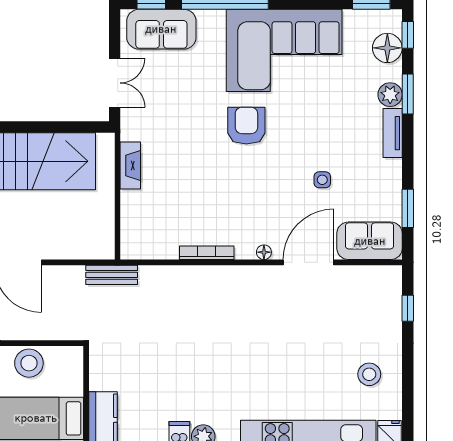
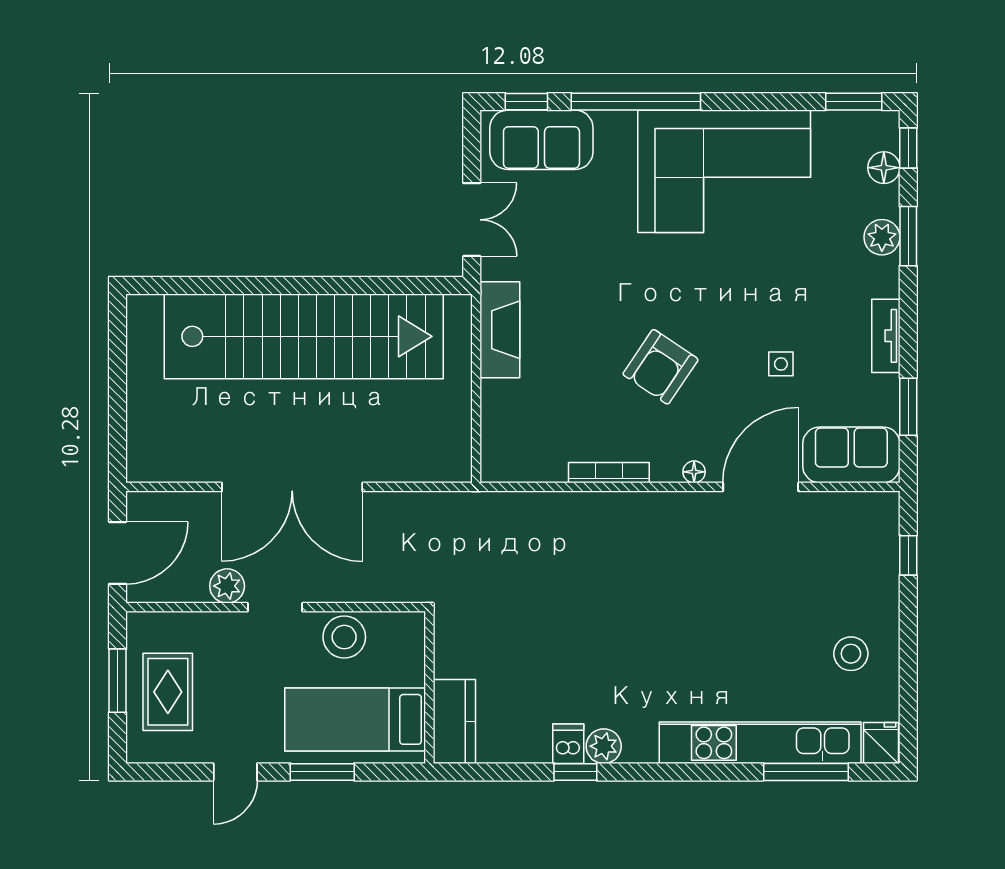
floor lamp: (387, 48) -> (884, 168), width x0.73, depth x0.73
armchair: (246, 126) -> (660, 367), moved, turned -146
tv unit: (393, 133) -> (886, 336), moved
fireplace: (130, 165) -> (500, 330), width x1.37, depth x1.32
bench: (112, 275) -> (467, 506), removed

